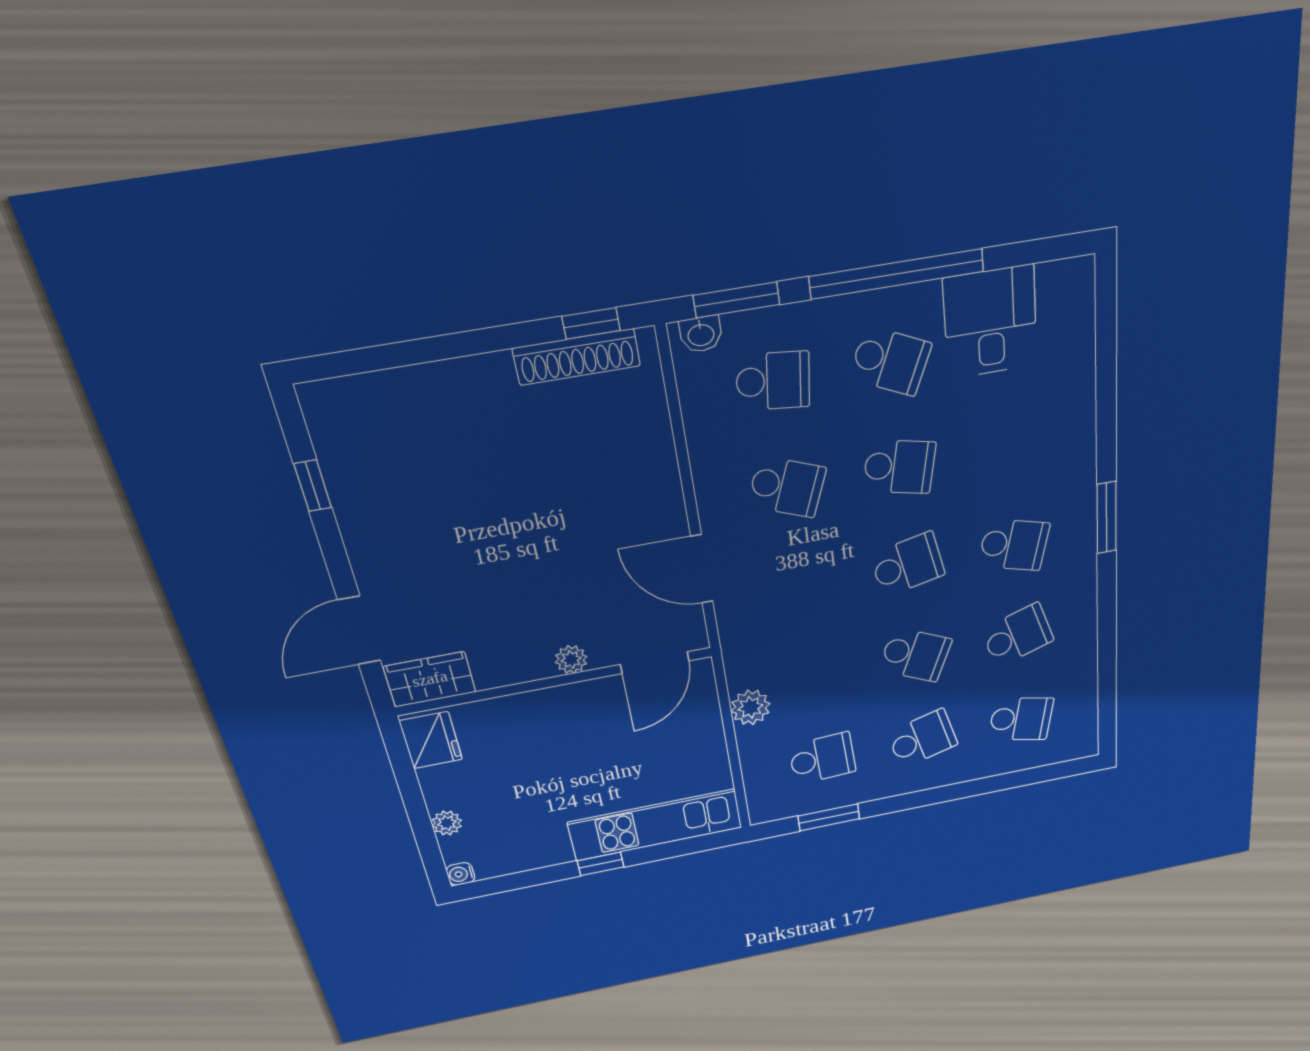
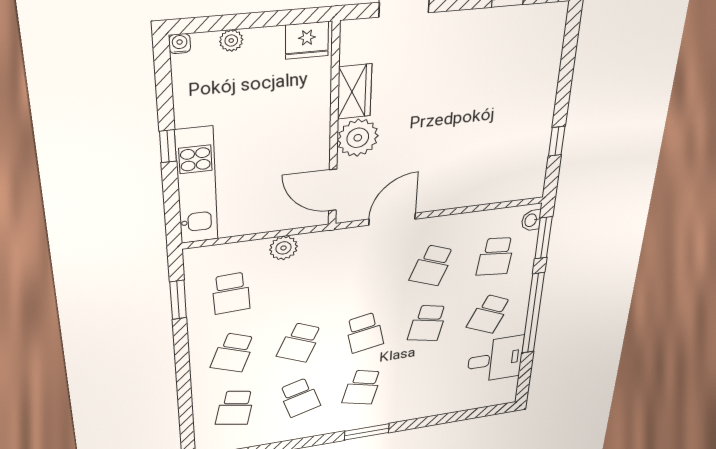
window: (591, 323) -> (557, 141), moved
shoe rack: (577, 357) -> (538, 156), removed
plant: (571, 659) -> (358, 138), width x1.88, depth x1.88
wardrobe: (430, 679) -> (355, 91), moved
school desk: (922, 739) -> (233, 352), turned 36

